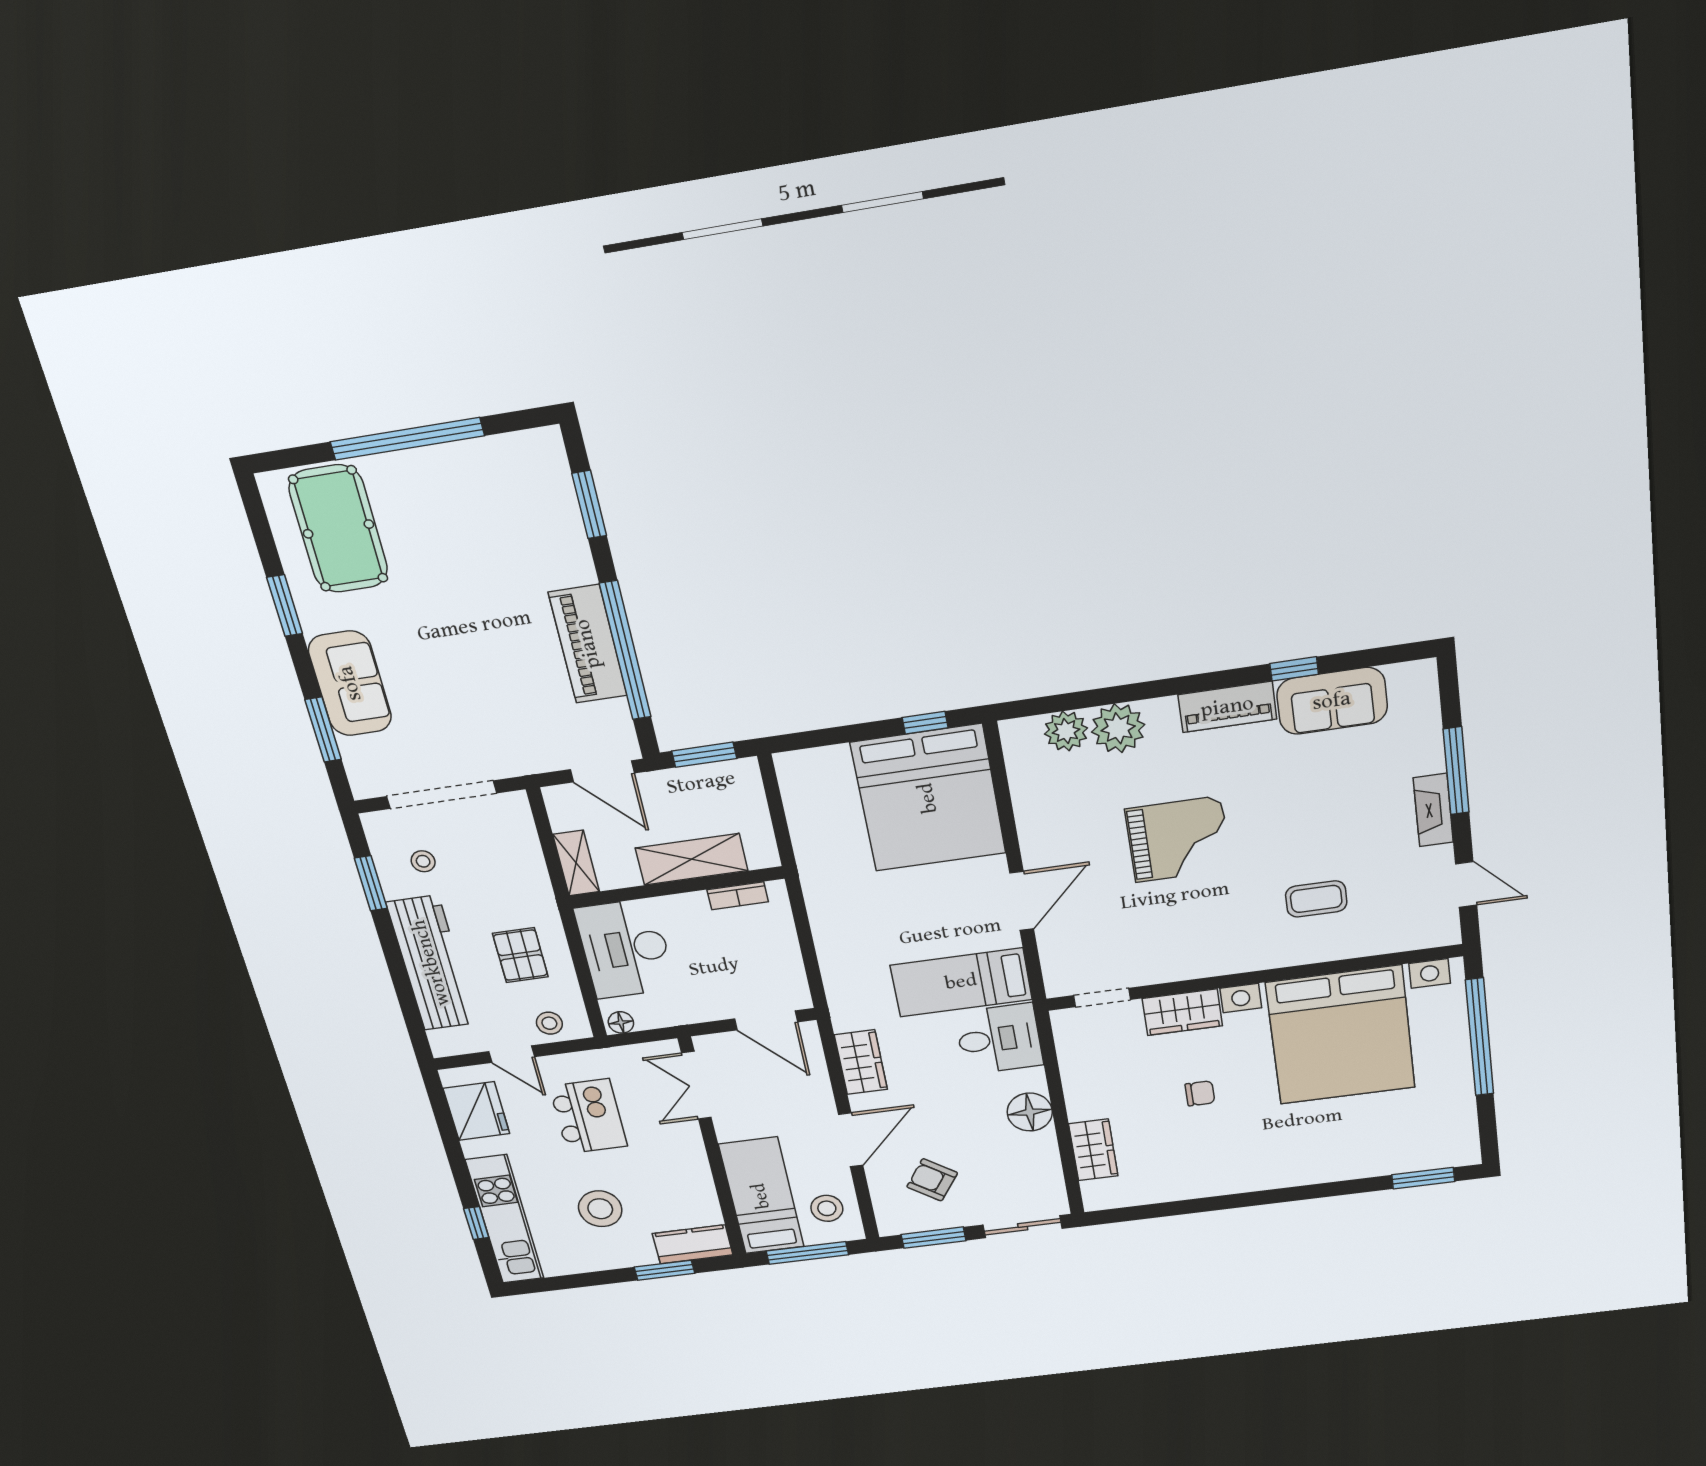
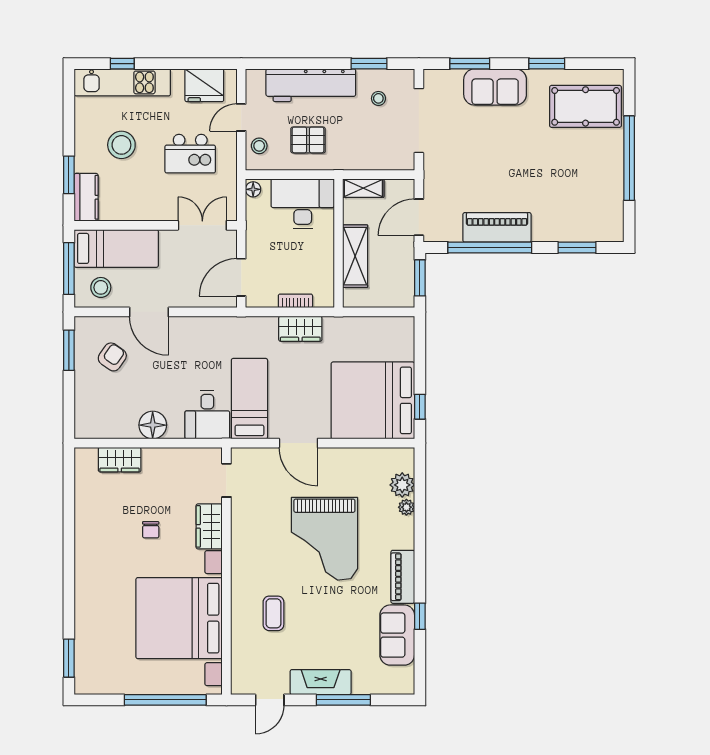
plant: (1118, 728) -> (406, 507), width x0.53, depth x0.53
fireplace: (1433, 810) -> (321, 682), width x1.37, depth x1.32
grand piano: (1178, 839) -> (324, 539), width x1.37, depth x1.48
bookcase: (738, 896) -> (295, 301), moved, turned 90
wardrobe: (861, 1062) -> (300, 329), moved
sliding door: (1023, 1227) -> (69, 407), removed

